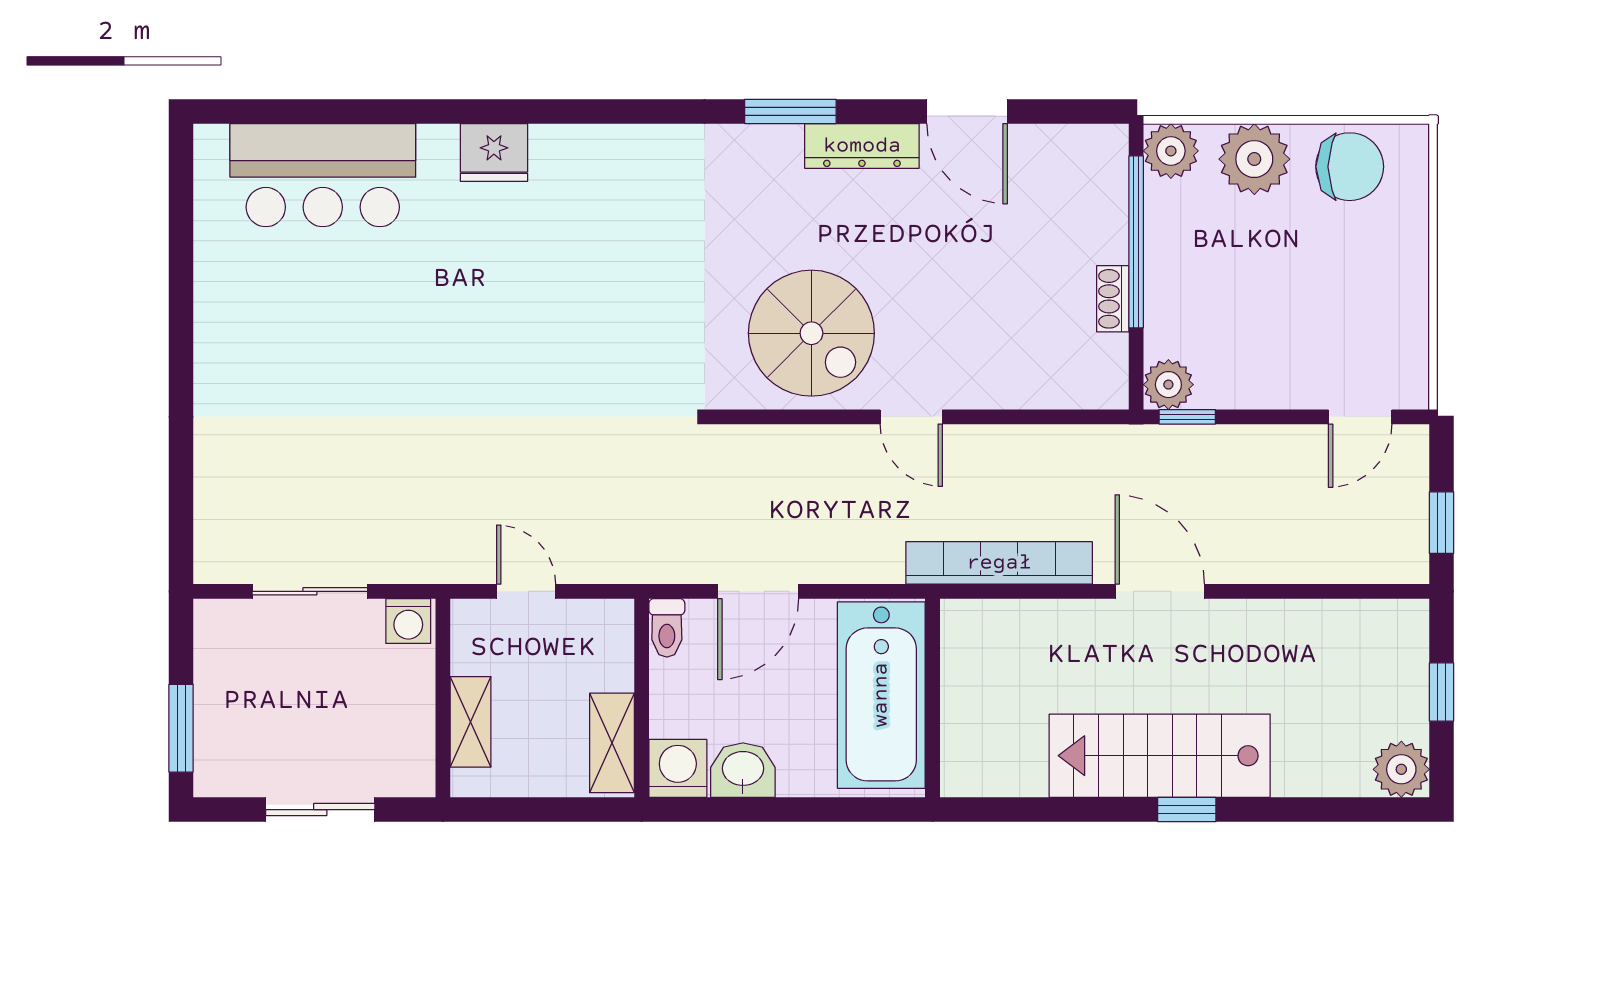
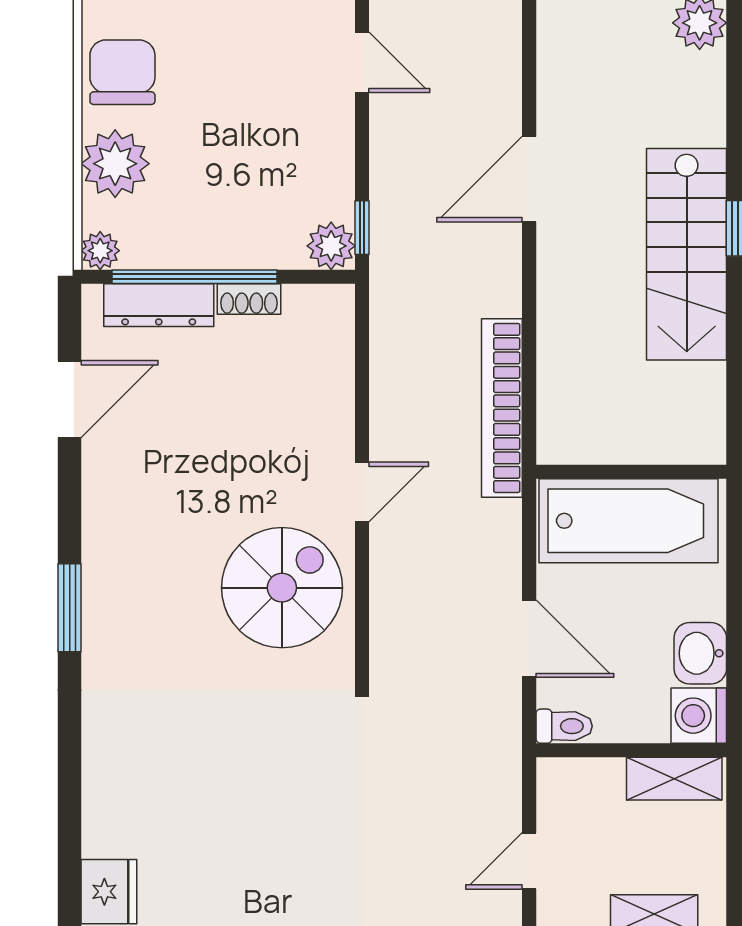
door: (967, 111) -> (70, 399), moved
dresser: (862, 146) -> (159, 305), moved, turned 90
plant: (1171, 151) -> (100, 251), width x0.73, depth x0.73
door: (1160, 591) -> (529, 179), moved

